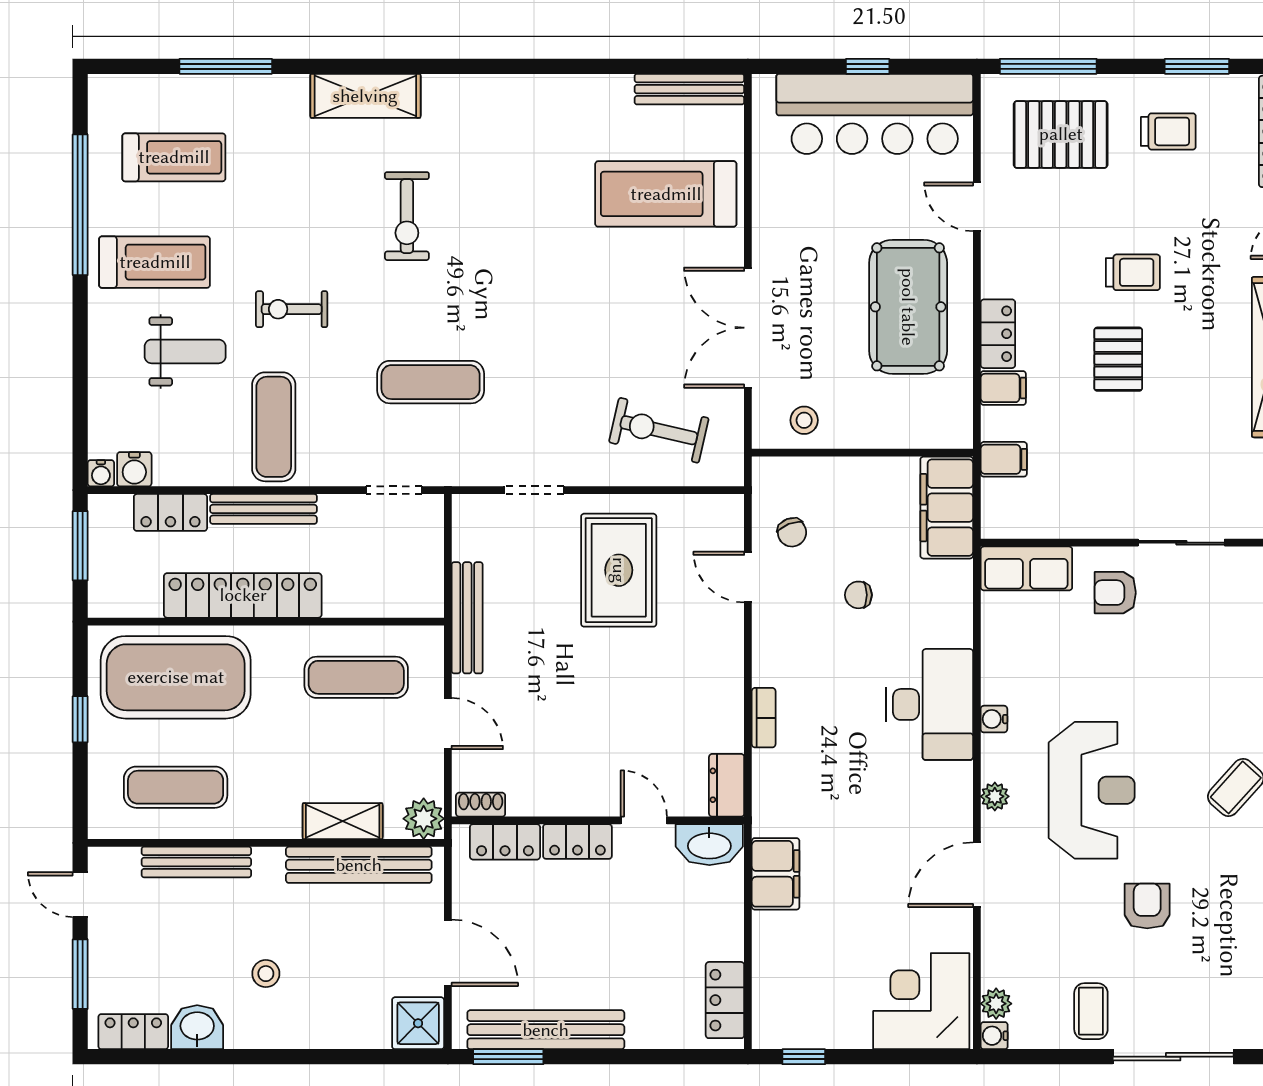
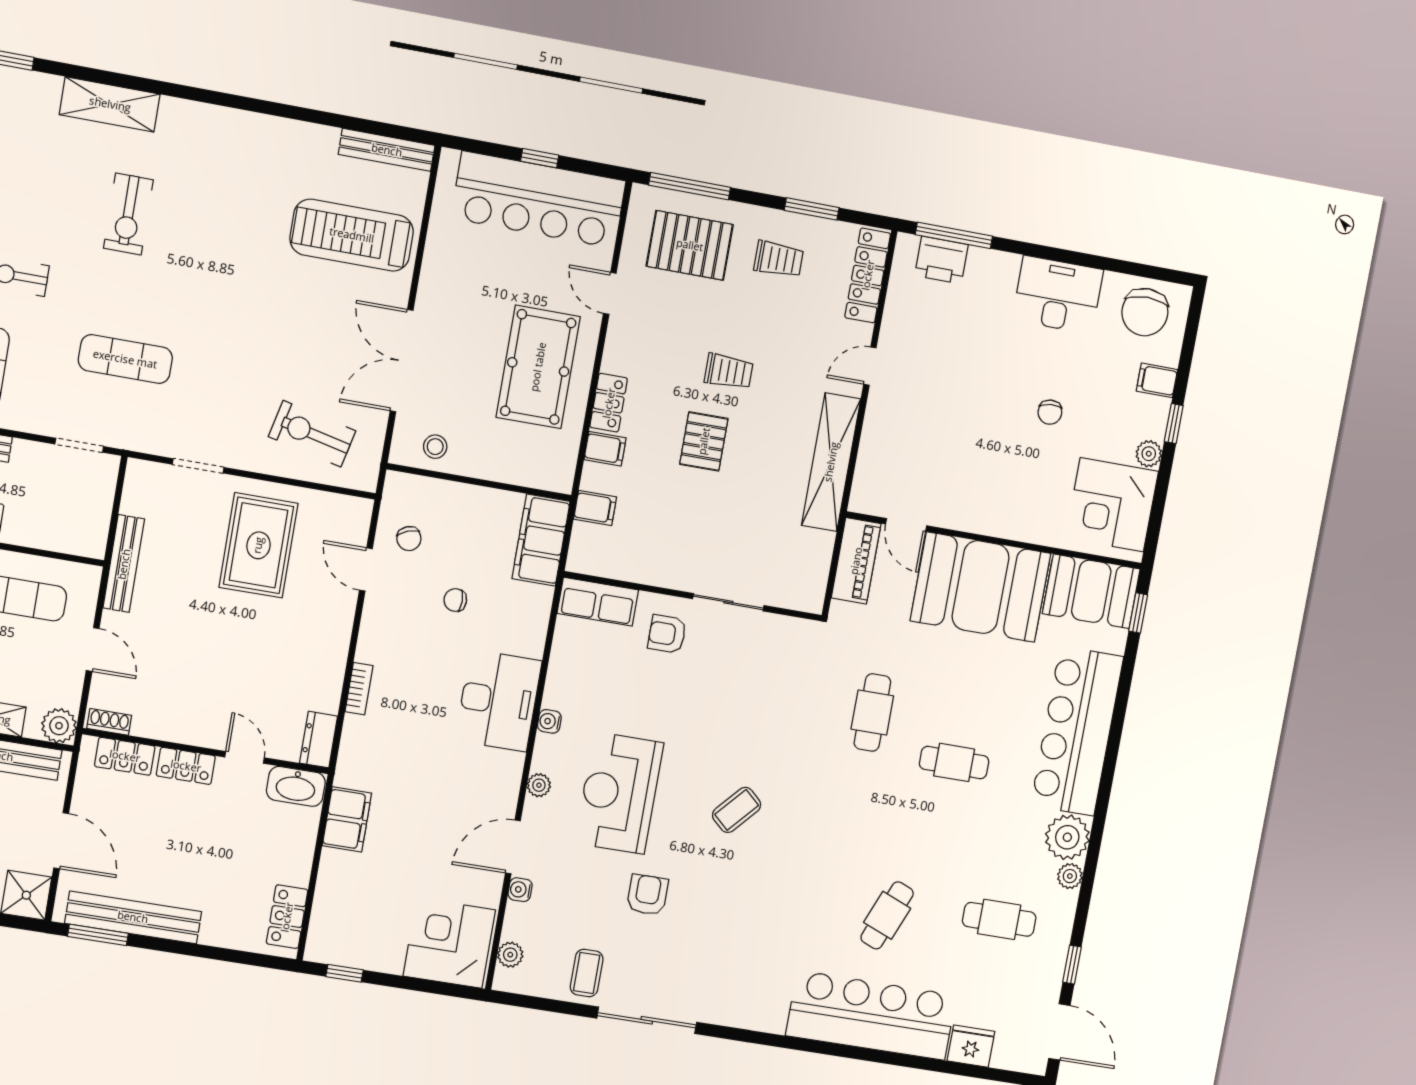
reception desk: (1092, 790) -> (619, 793), turned 180
water cooler: (994, 1036) -> (520, 890), moved

